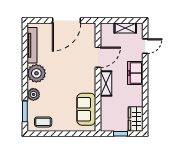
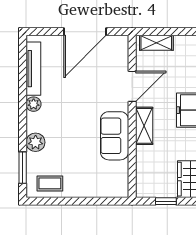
shelving: (125, 28) -> (156, 43), moved
plant: (36, 73) -> (34, 104), width x0.53, depth x0.53
sofa: (86, 109) -> (115, 136), moved

